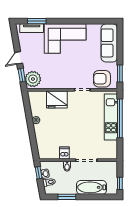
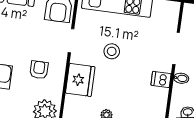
armchair: (60, 71) -> (39, 70), added
stool: (79, 118) -> (112, 51), added

